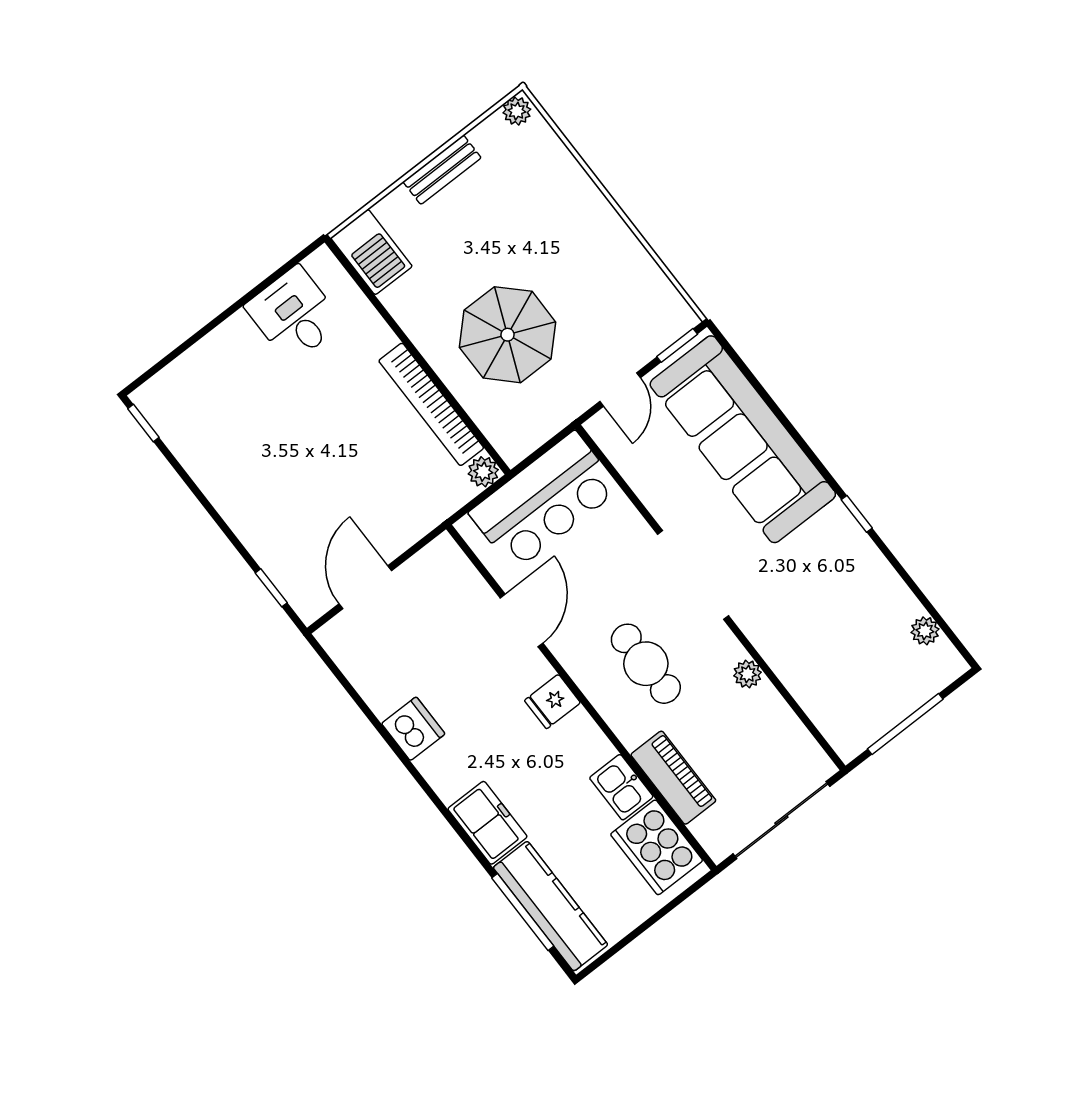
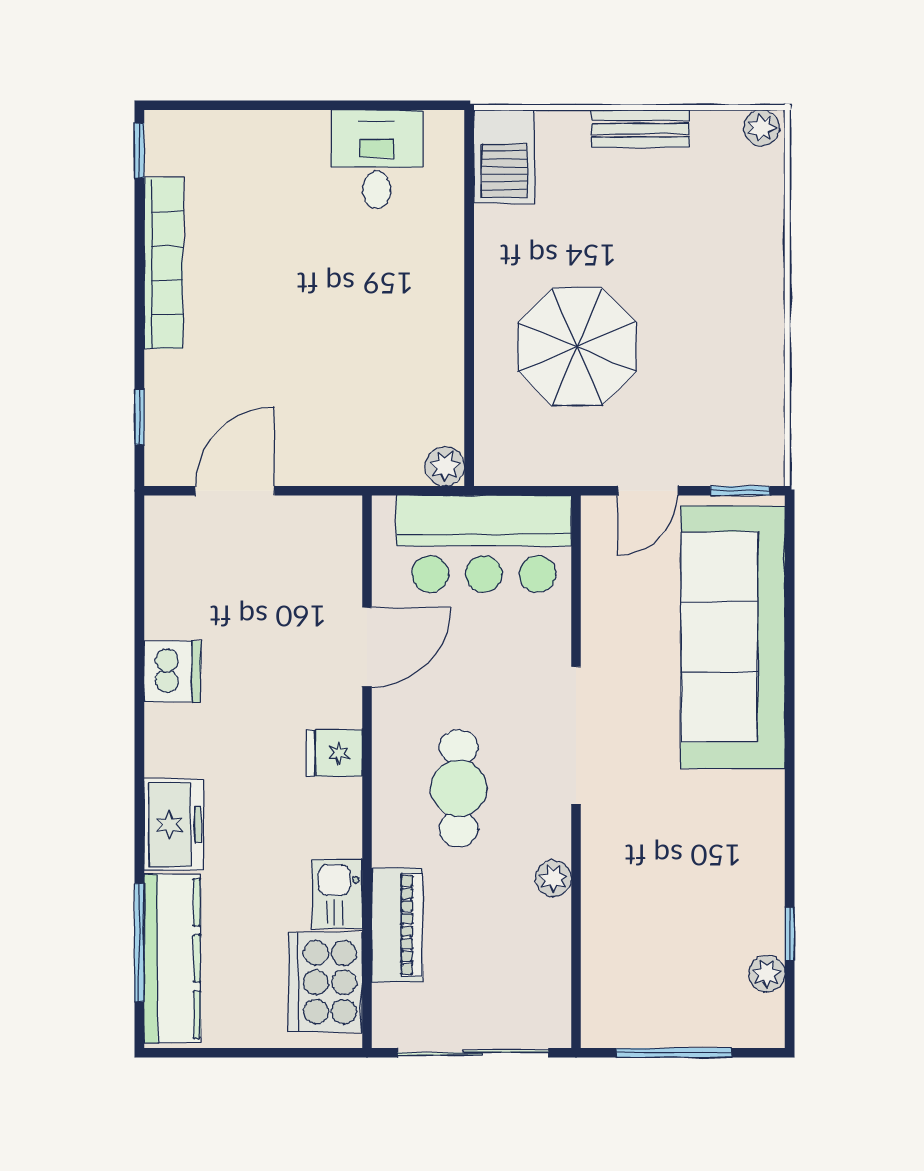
bookcase: (431, 404) -> (163, 263), moved, turned 180
window: (857, 514) -> (790, 934), moved

